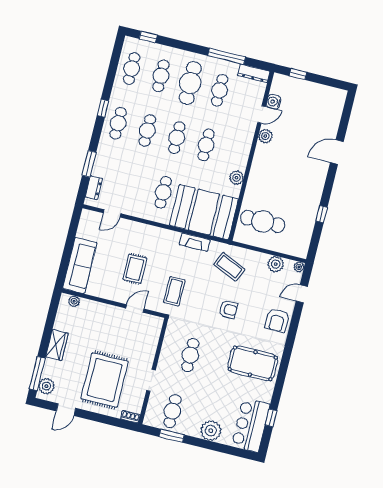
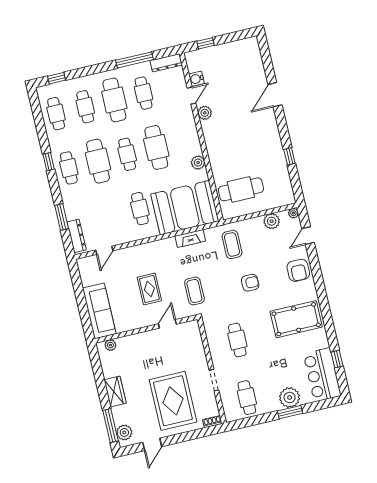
cafe table: (147, 130) -> (98, 161), width x1.37, depth x1.35
cafe table: (206, 145) -> (156, 147), width x1.37, depth x1.35
dresser: (94, 188) -> (77, 236), width x1.44
coffee table: (229, 267) -> (232, 244), turned 66
window: (172, 436) -> (290, 412), moved

